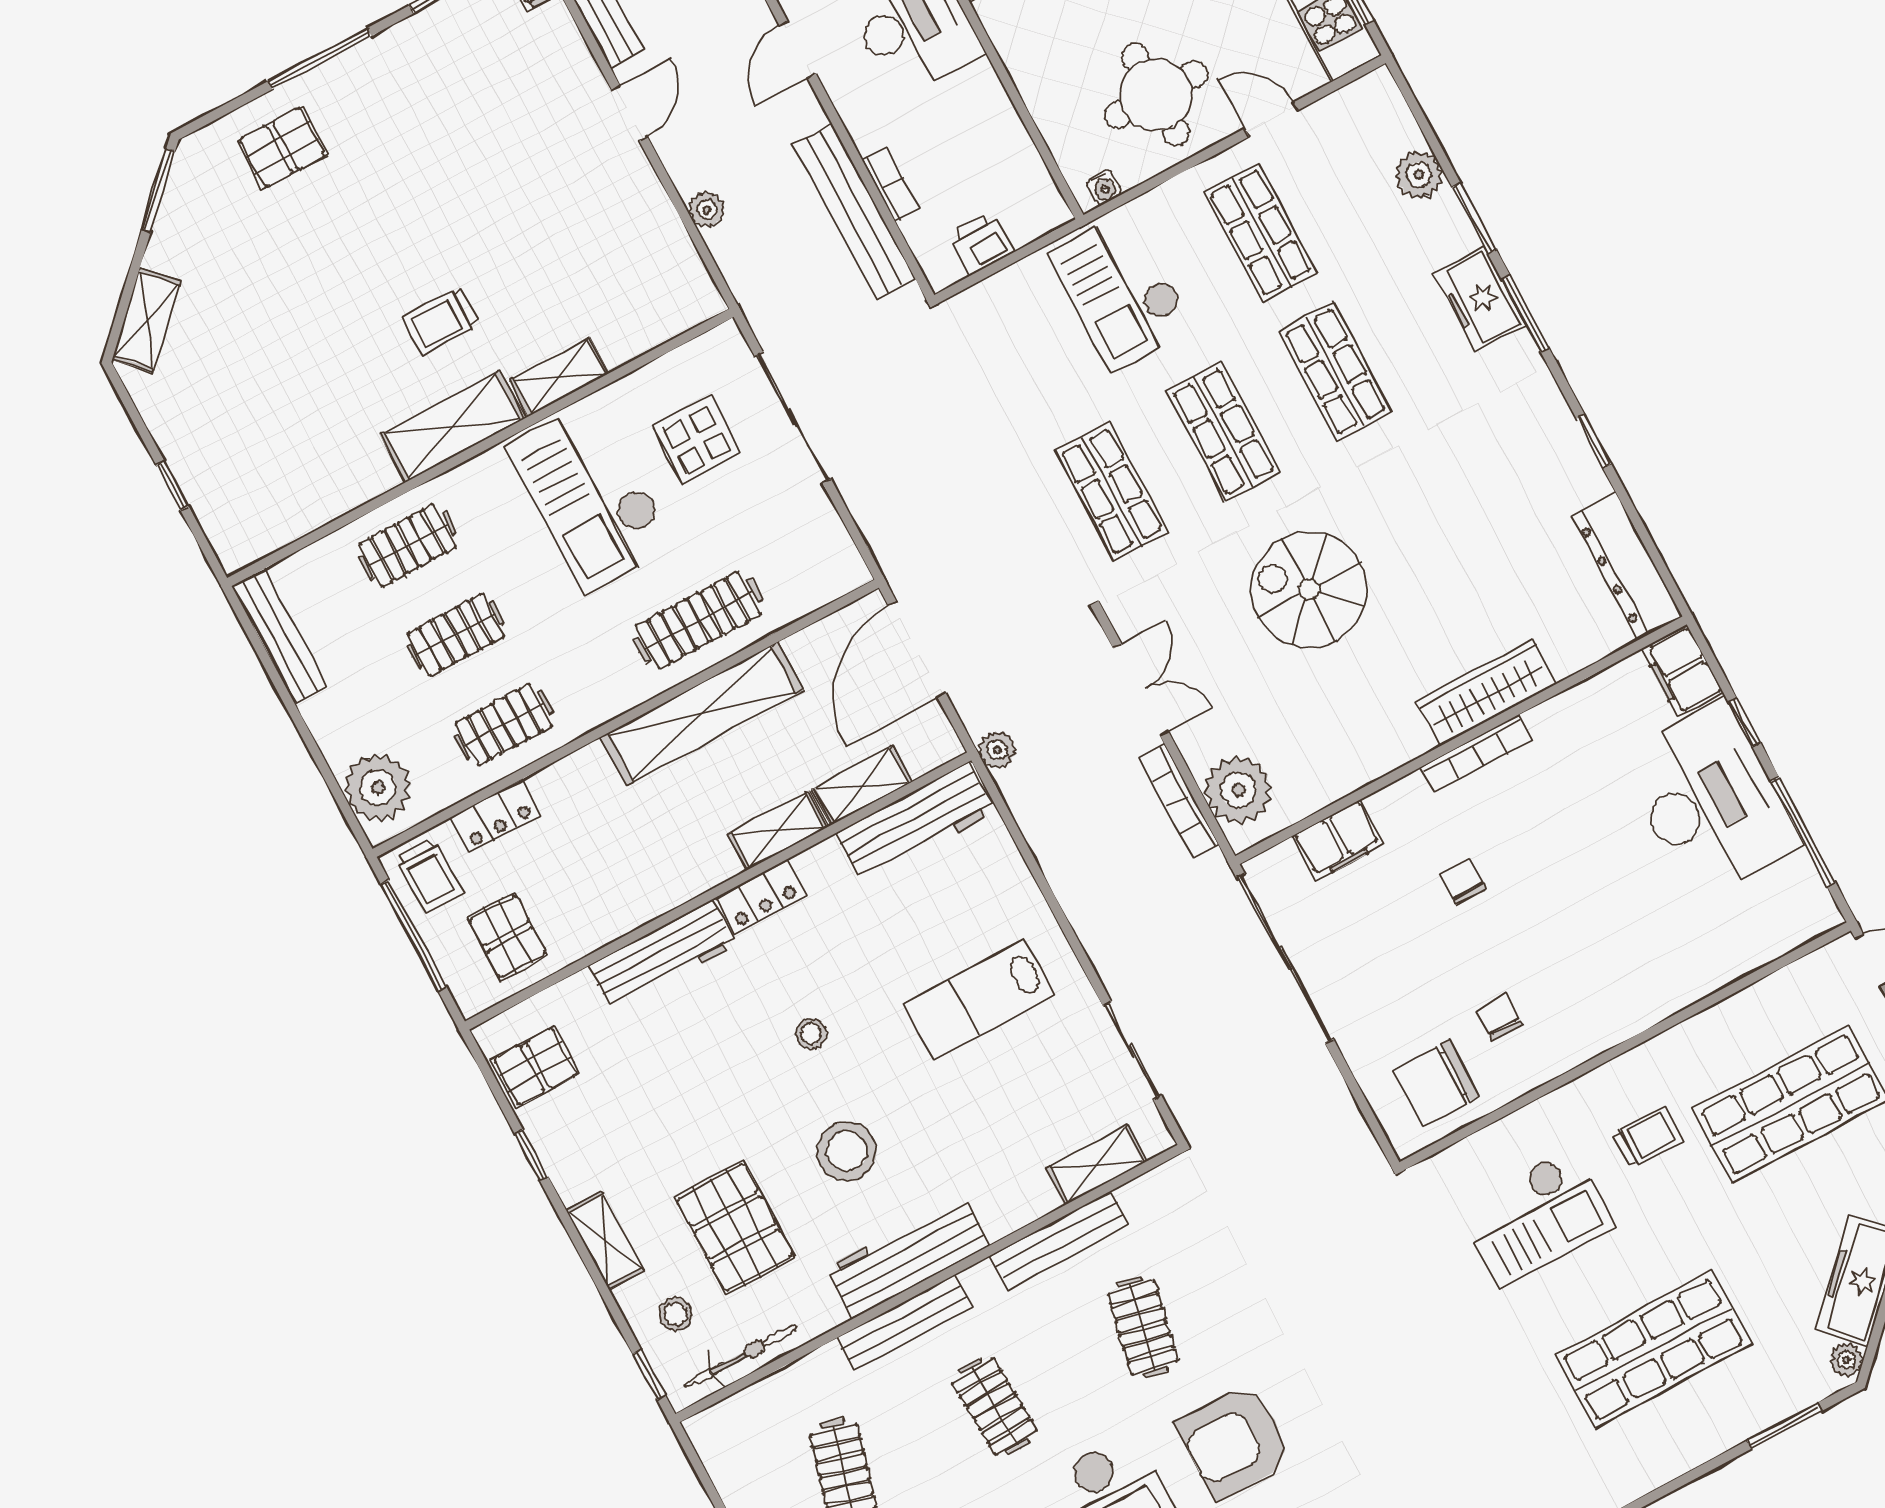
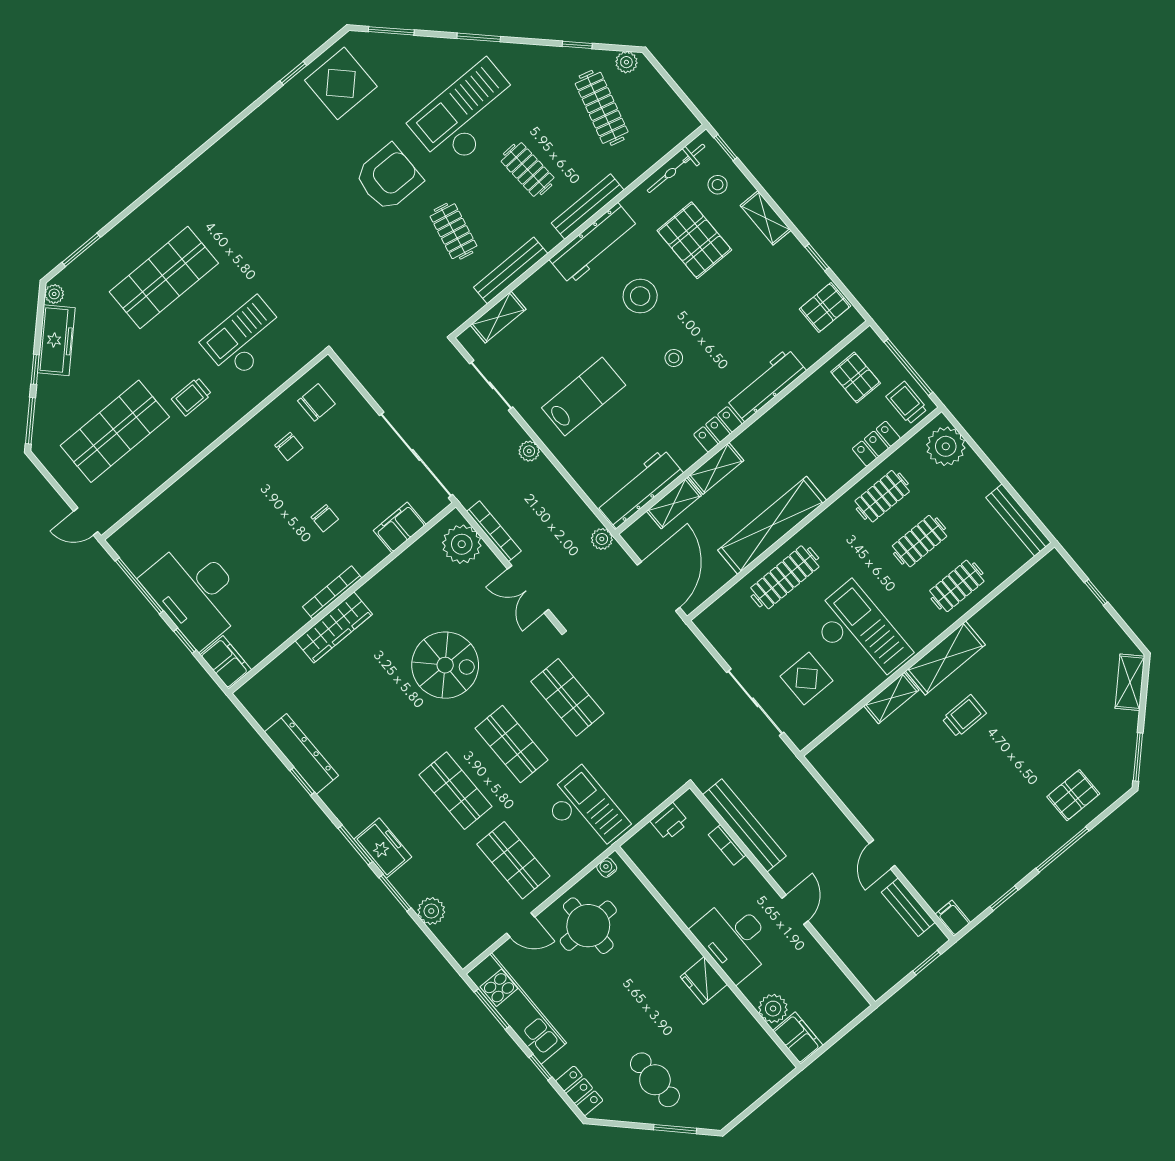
plant: (707, 210) -> (529, 451), moved
dresser: (1627, 566) -> (301, 754), moved
chair: (1437, 1083) -> (316, 402), width x0.73, depth x0.73

